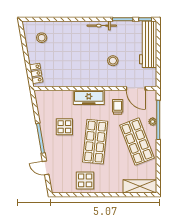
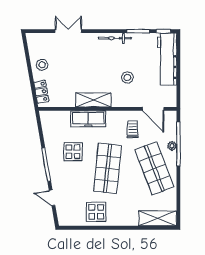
double door: (60, 19) -> (68, 31), added
stool: (42, 38) -> (42, 65), moved
shelving: (83, 81) -> (93, 100), added
freezer: (89, 97) -> (88, 119), moved

